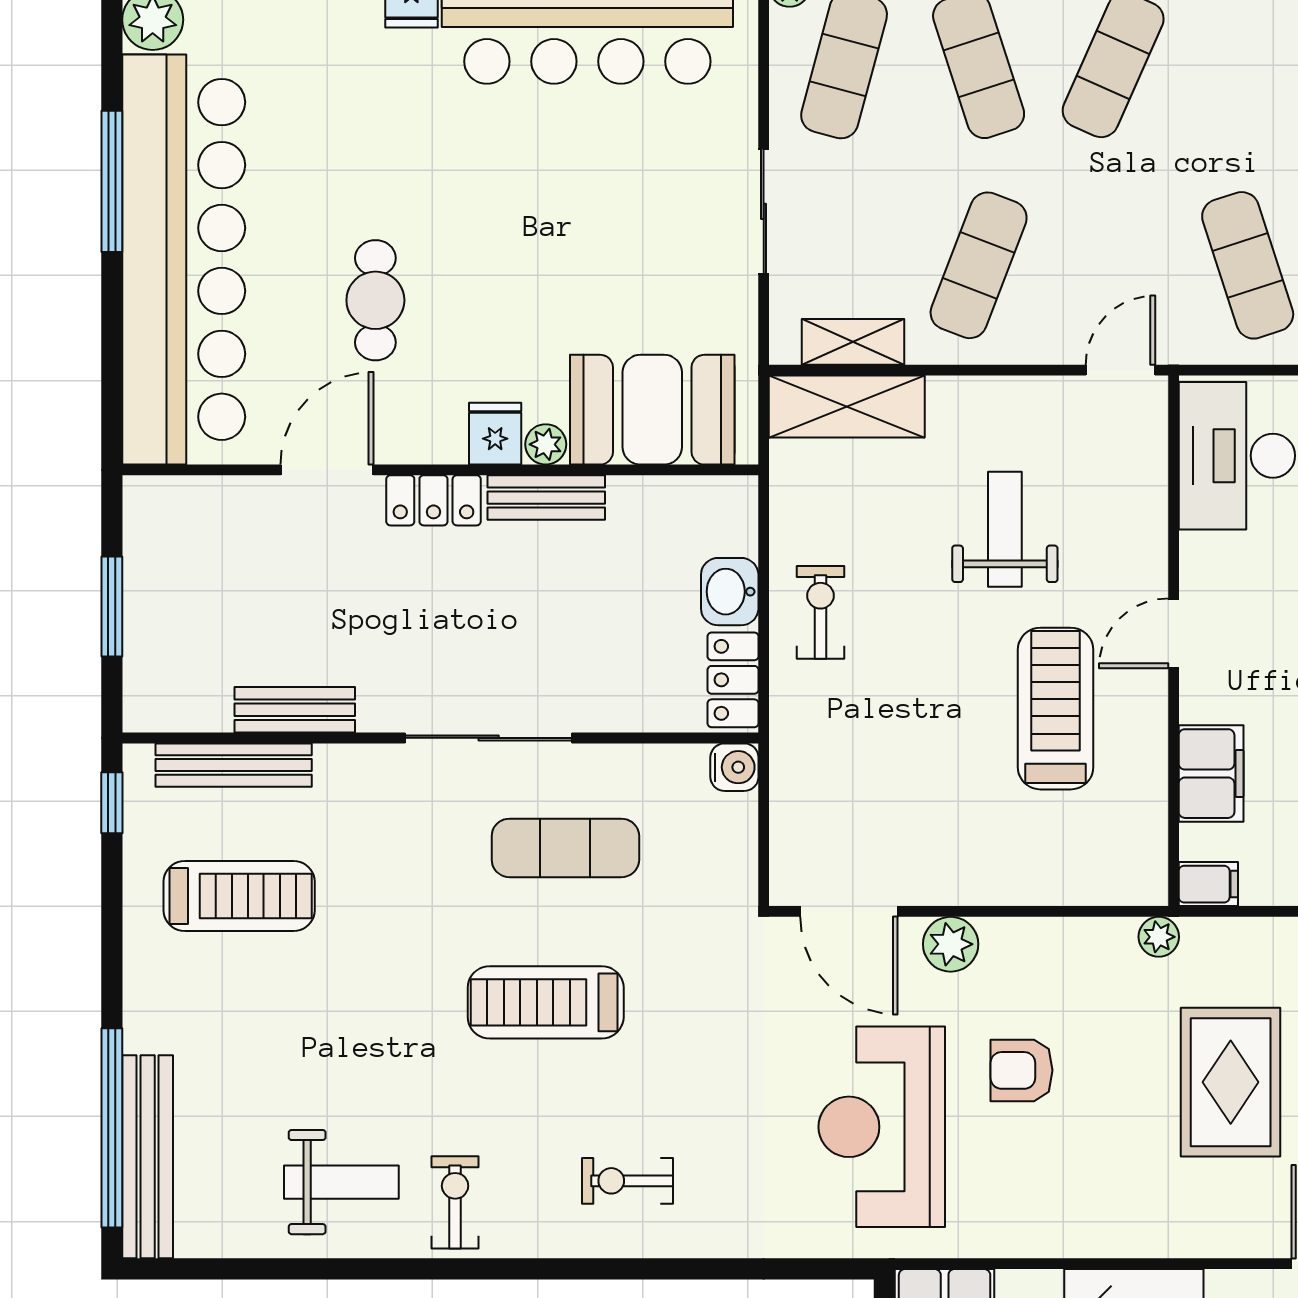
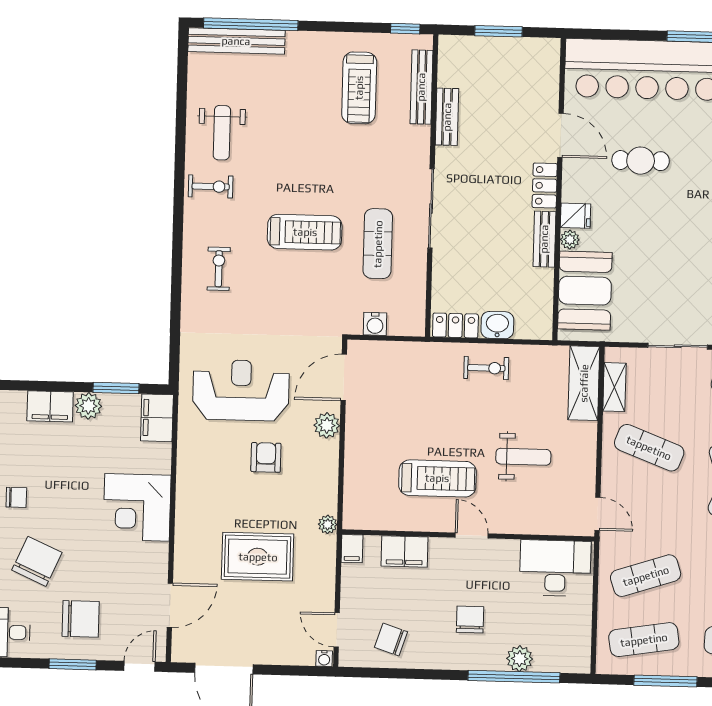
water cooler: (734, 767) -> (375, 324), moved
treadmill: (546, 1002) -> (305, 232), turned 90

